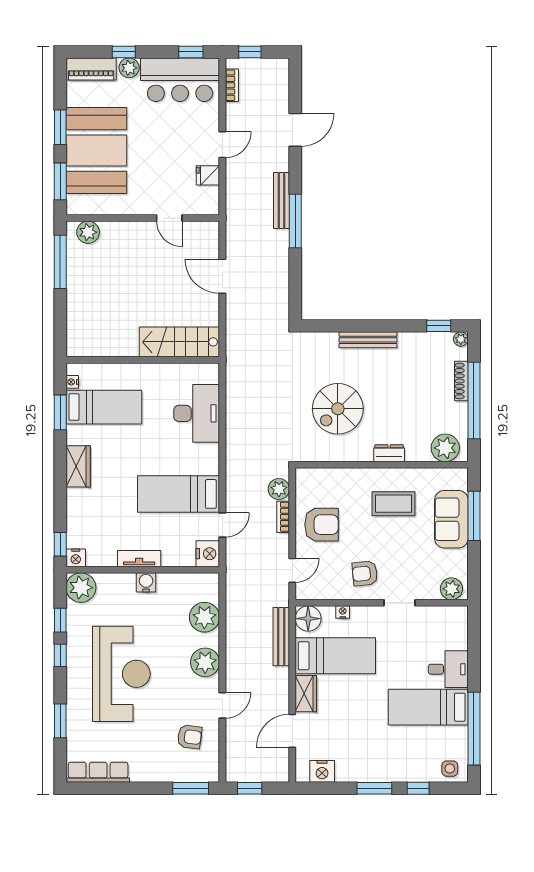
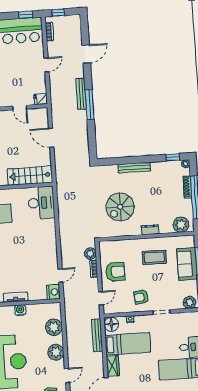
fridge: (208, 175) -> (41, 99), moved
desk: (197, 413) -> (41, 203), moved
bed: (179, 494) -> (35, 260), removed

